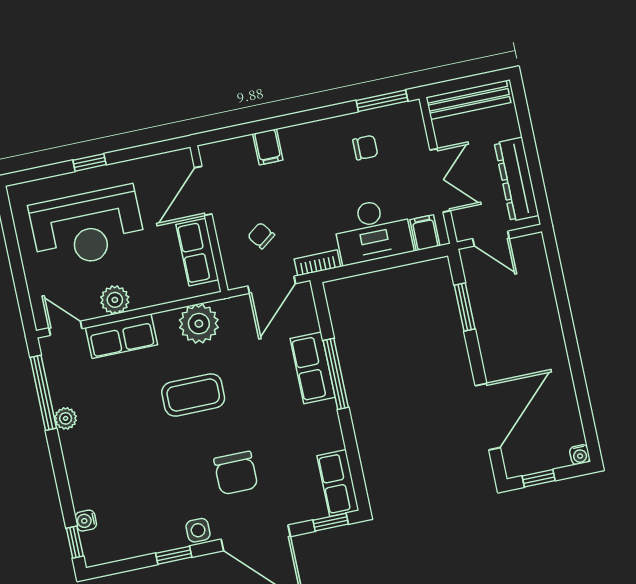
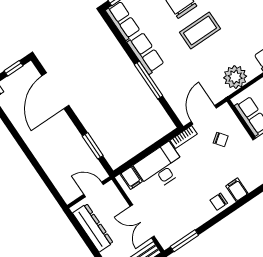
chair: (365, 148) -> (219, 202), moved
double door: (440, 180) -> (142, 221), moved
row of seats: (313, 368) -> (146, 53), moved
coffee table: (193, 395) -> (200, 30), moved

